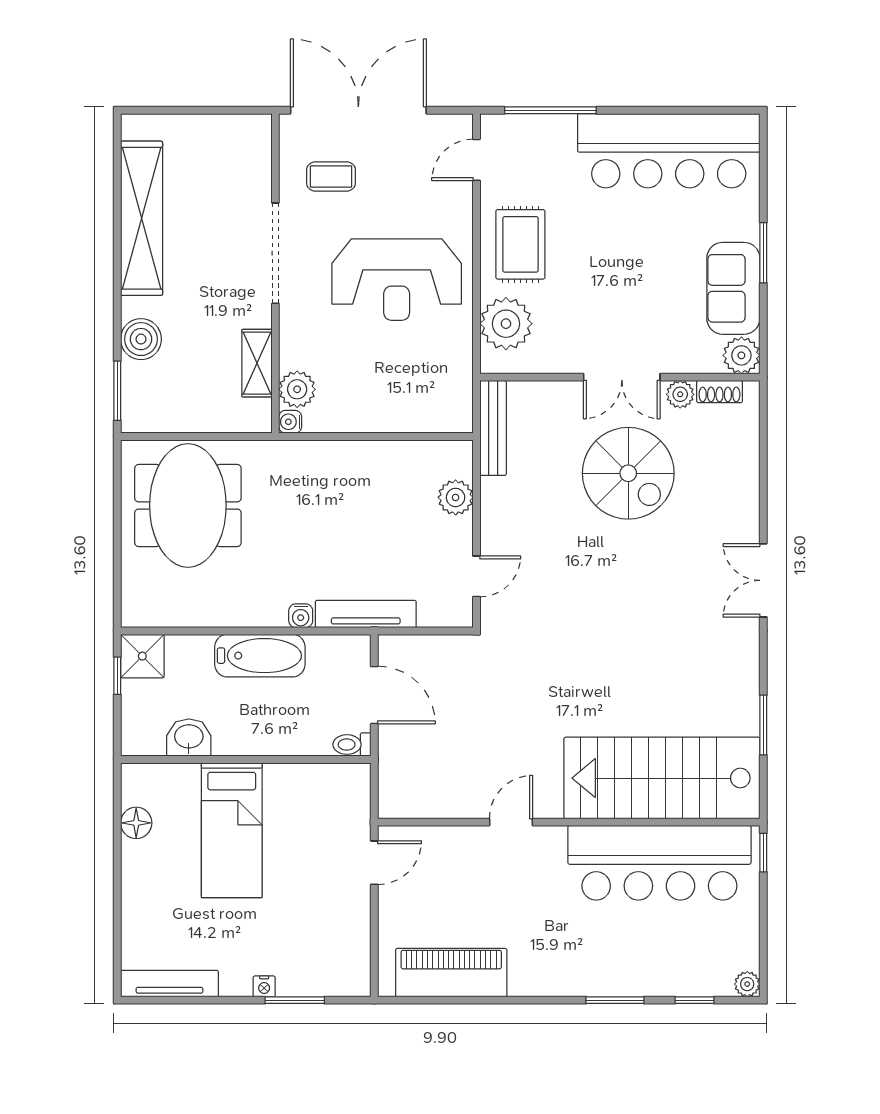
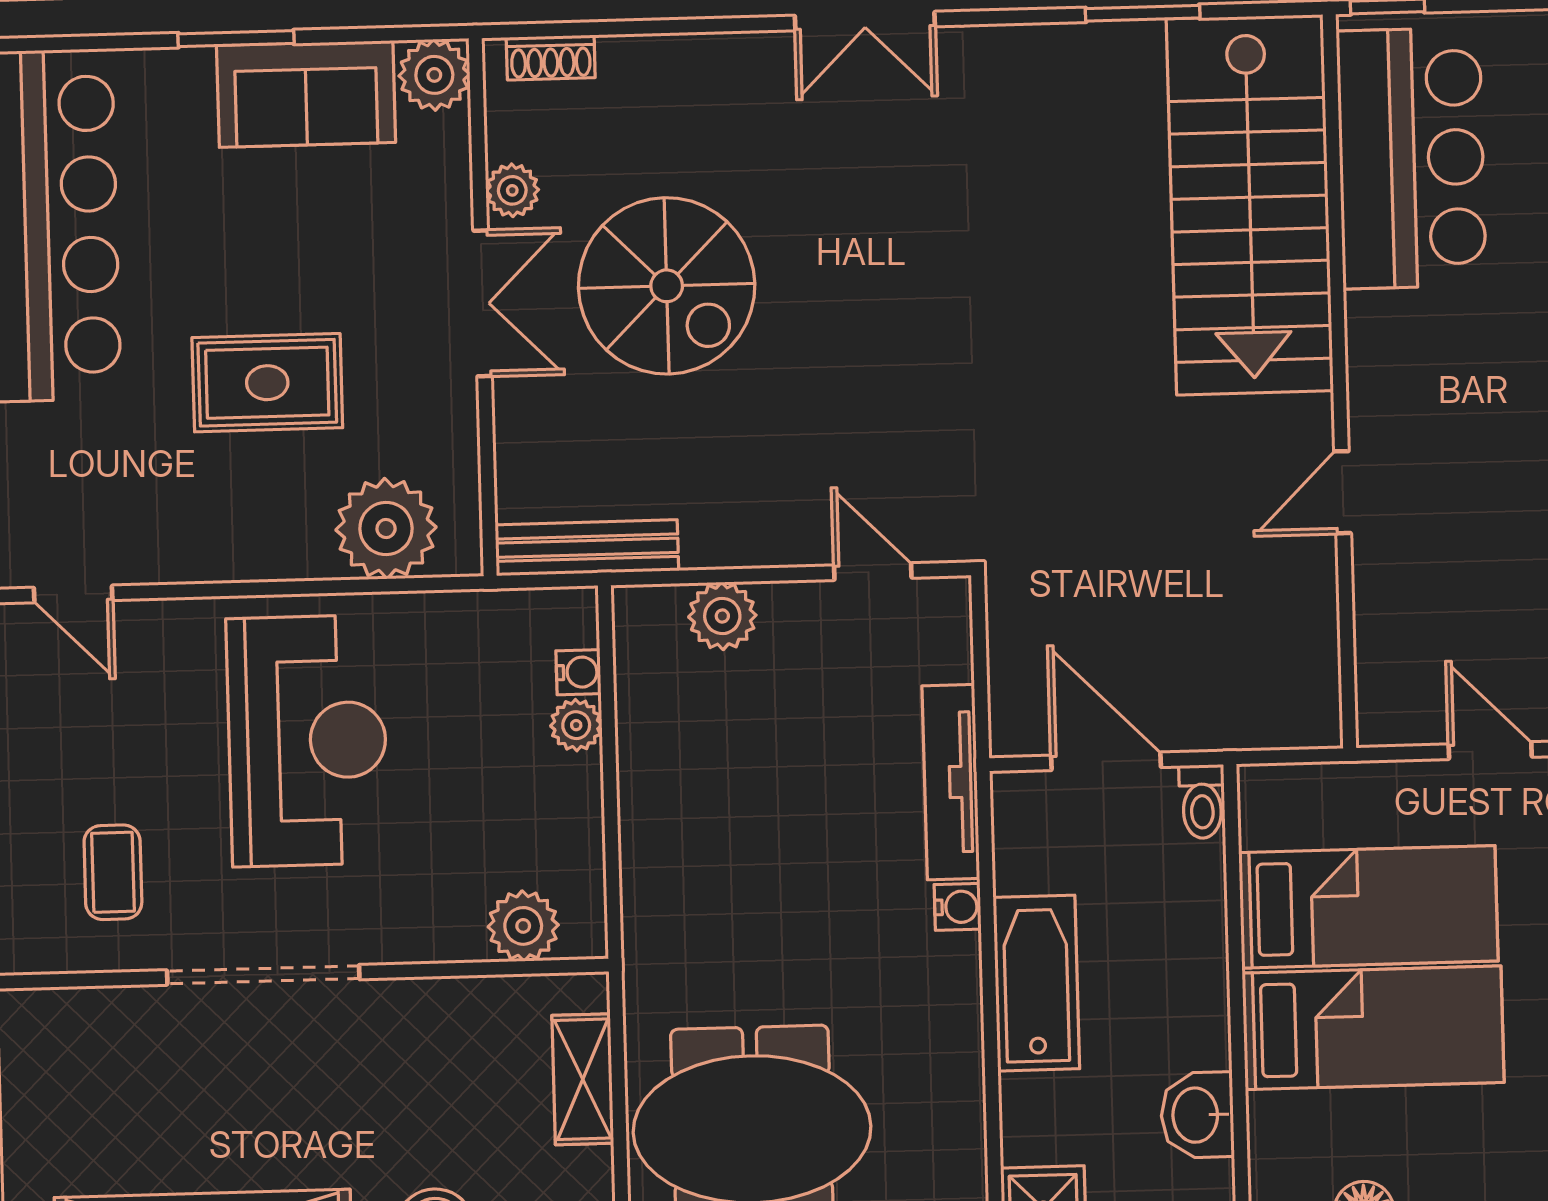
rug: (520, 244) -> (267, 383), moved
shelving: (257, 363) -> (583, 1079), moved, turned 90
shoe rack: (719, 392) -> (551, 57), moved, turned 90
plant: (401, 420) -> (576, 725), added
water cooler: (290, 422) -> (578, 672), moved, turned -90
spiral stairs: (628, 473) -> (667, 286), turned 90
door: (374, 695) -> (1106, 761), hinge flipped
door: (511, 822) -> (1343, 492), hinge flipped
bed: (295, 830) -> (1368, 907), added
door: (374, 863) -> (1490, 751), moved
bar counter: (659, 863) -> (1411, 158), width x0.73

